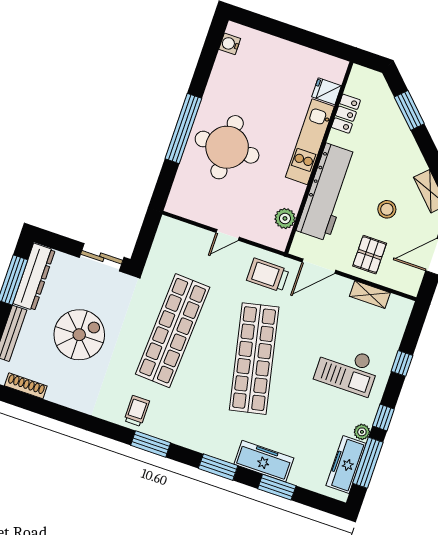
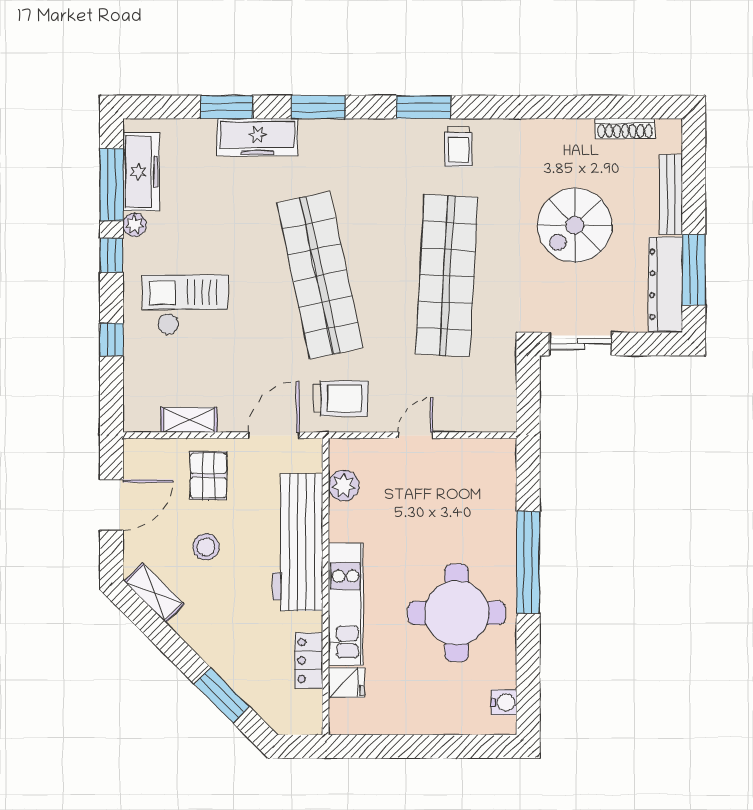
round table: (227, 147) -> (457, 613), moved

